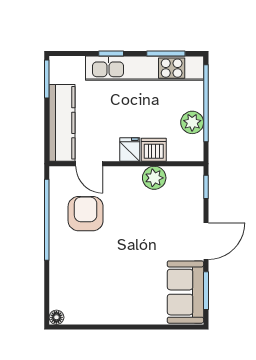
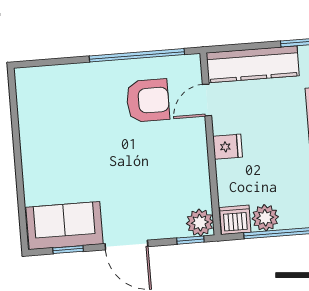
dishwasher: (154, 150) -> (235, 220), moved, turned -90
plant: (154, 178) -> (200, 223), moved
window: (206, 291) -> (68, 250), width x0.67
floor lamp: (56, 317) -> (23, 76), removed

